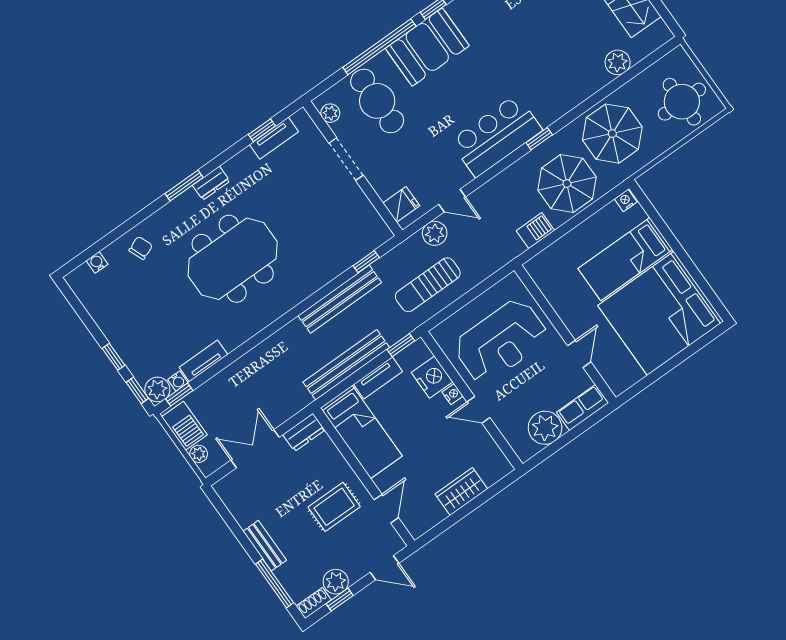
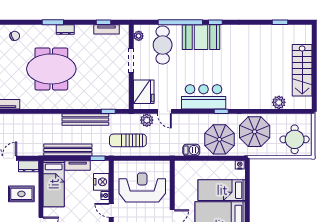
fridge: (401, 204) -> (144, 92), width x1.88, depth x1.34
reception desk: (501, 341) -> (142, 187), turned 180
rug: (334, 507) -> (21, 194), moved

